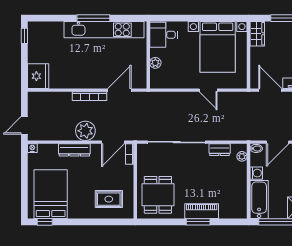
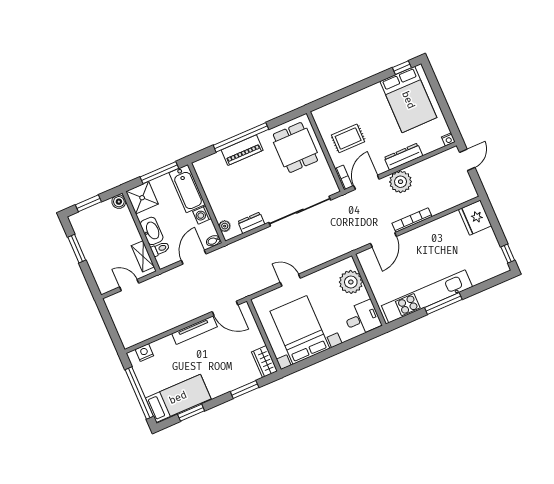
plant: (155, 63) -> (351, 282), width x1.87, depth x1.87
rug: (109, 199) -> (348, 138), moved
window: (198, 222) -> (241, 137), width x2.11

